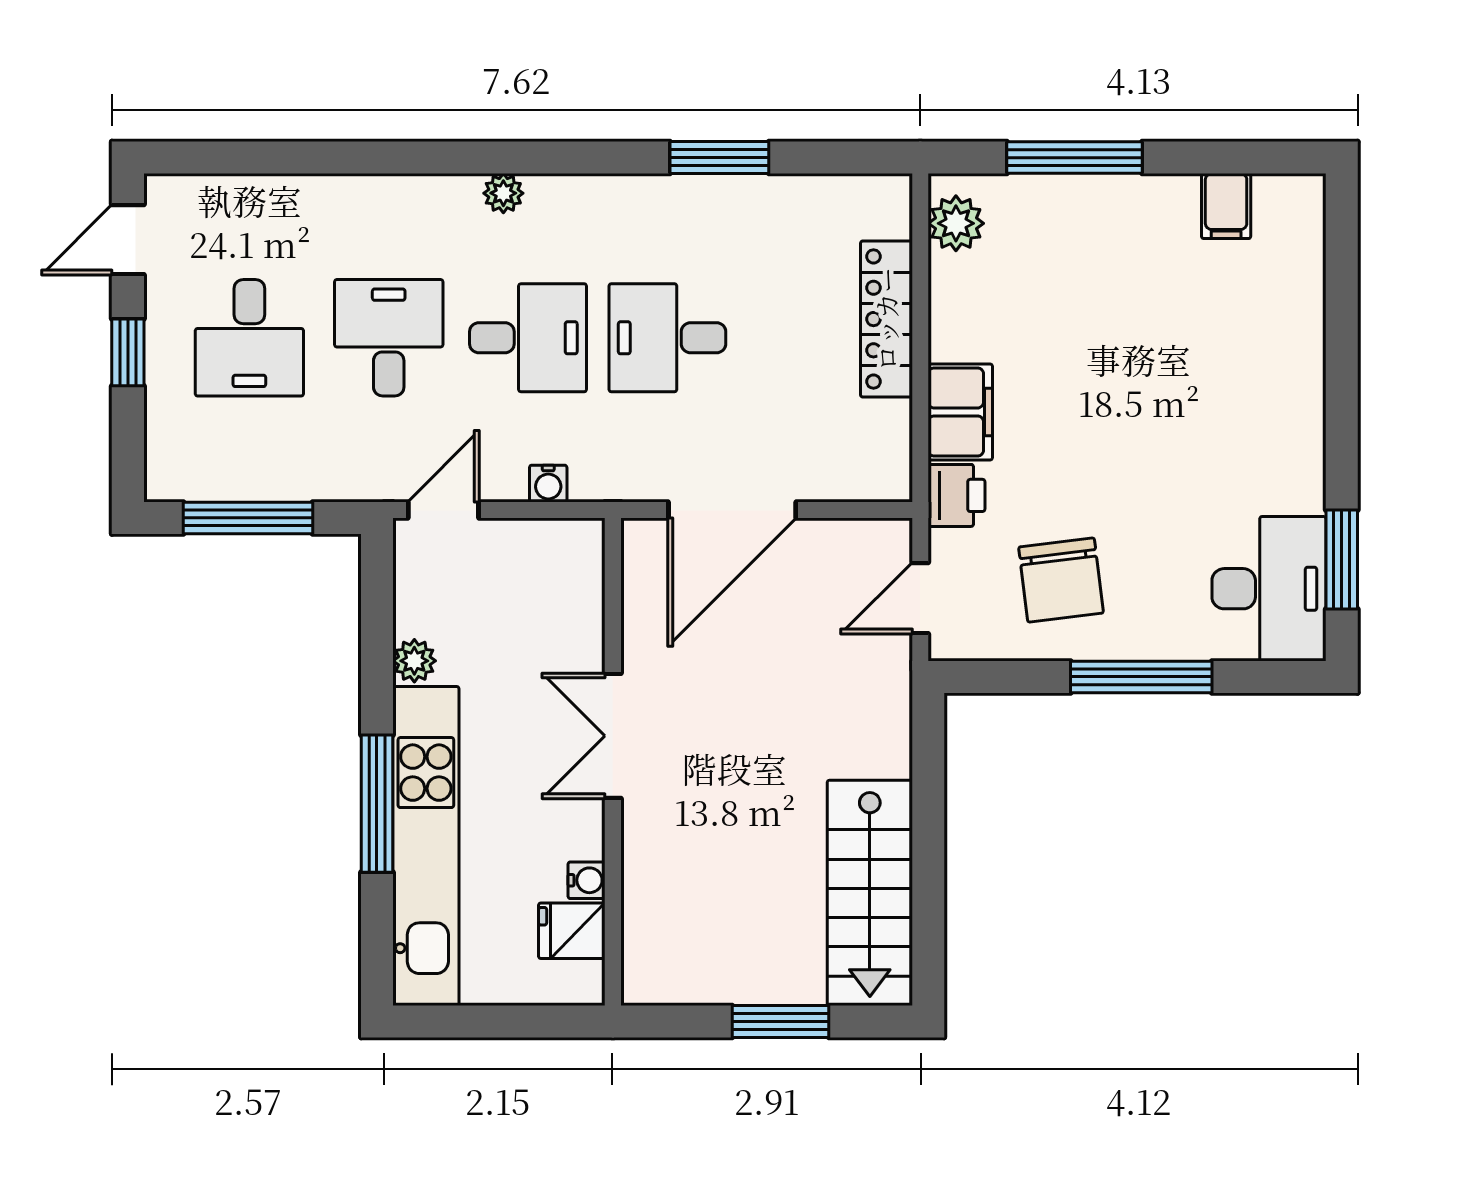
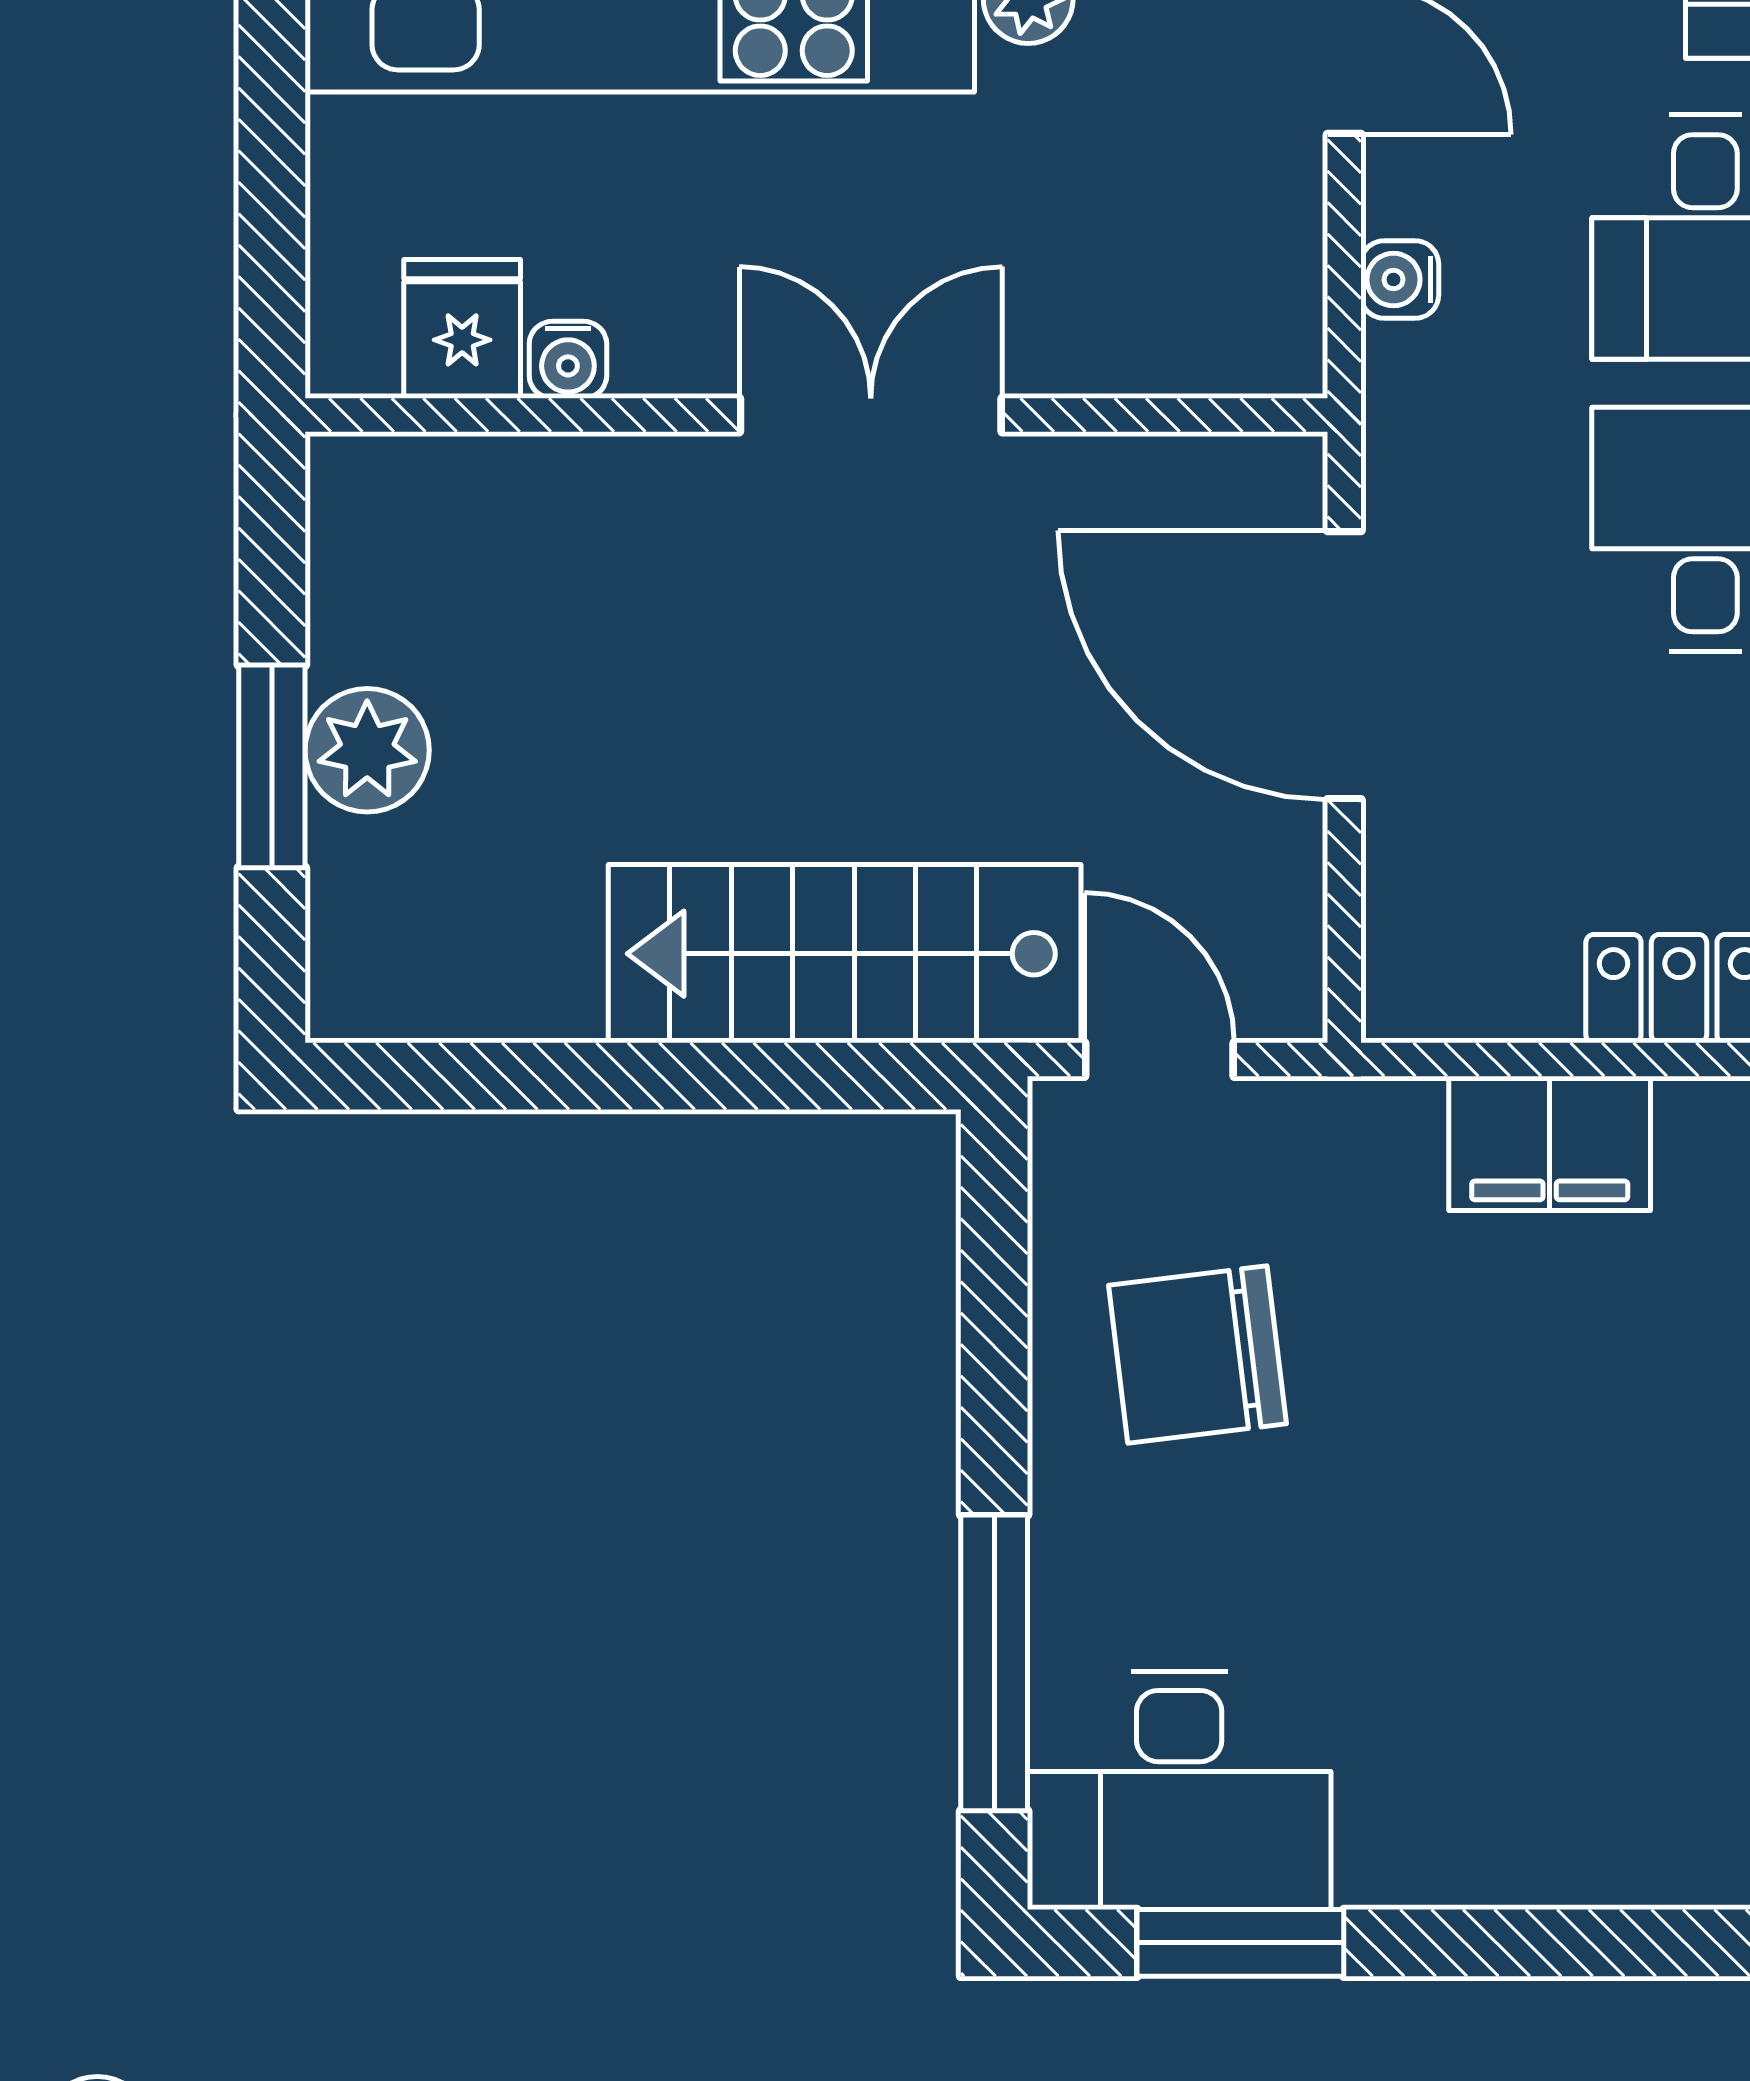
printer: (957, 495) -> (1375, 1135), removed
window: (1141, 677) -> (994, 1663), moved
stairs: (870, 893) -> (845, 954), moved
plant: (773, 976) -> (367, 750), added

